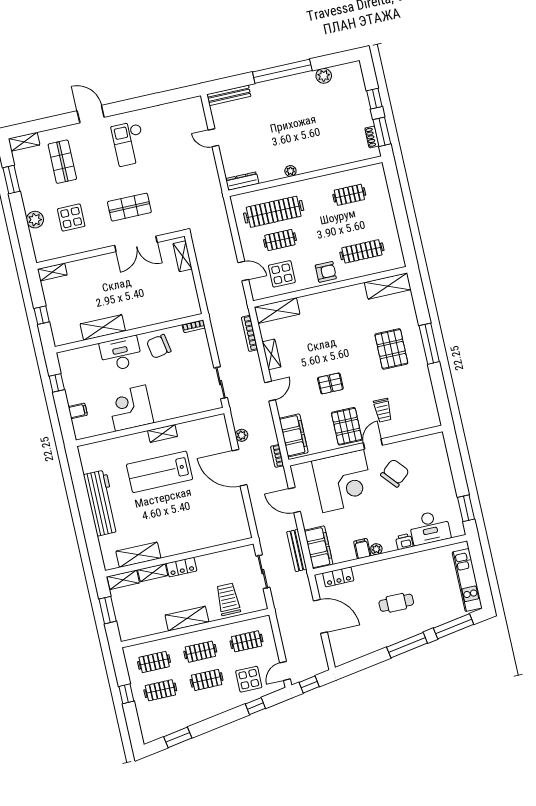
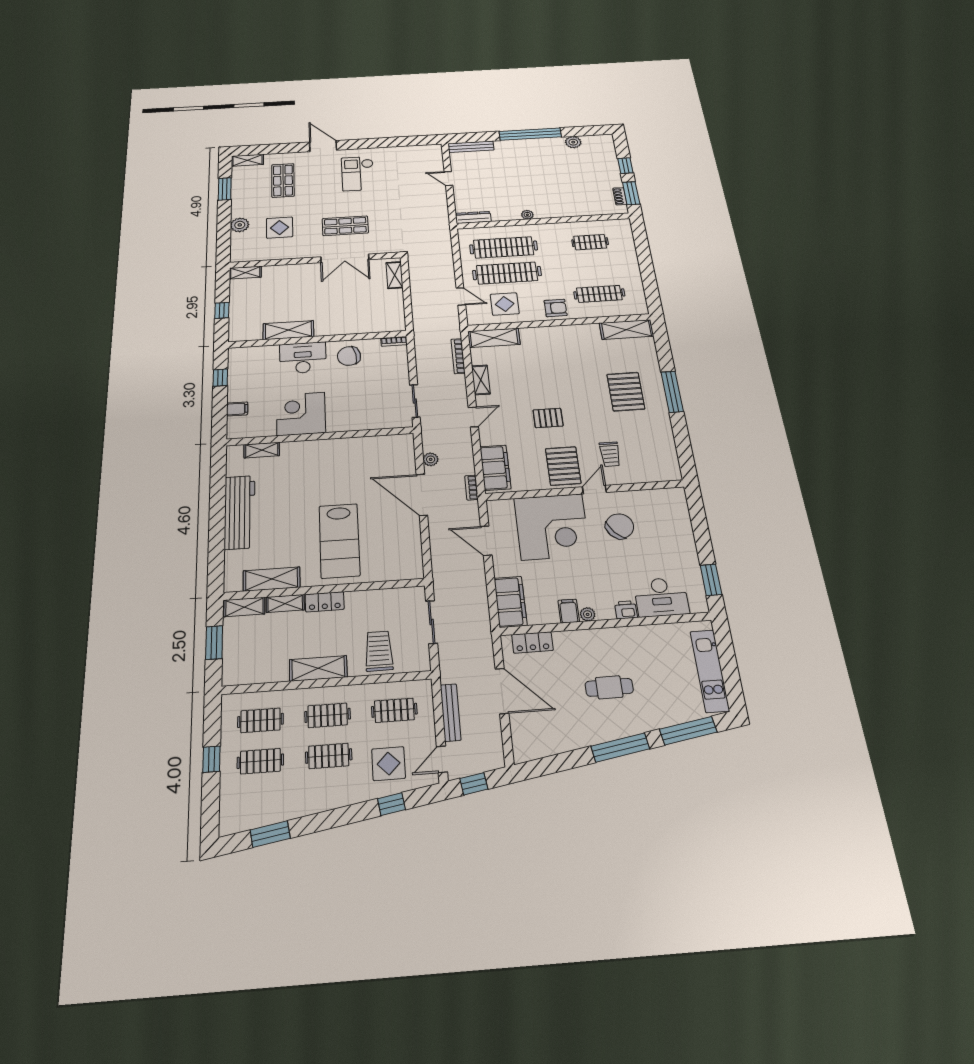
clothes rail: (280, 240) -> (507, 273), width x1.86, depth x1.31
shelving: (163, 433) -> (262, 450), moved
lab bench: (160, 472) -> (339, 541), moved, turned -90
bench: (297, 550) -> (451, 712), moved

